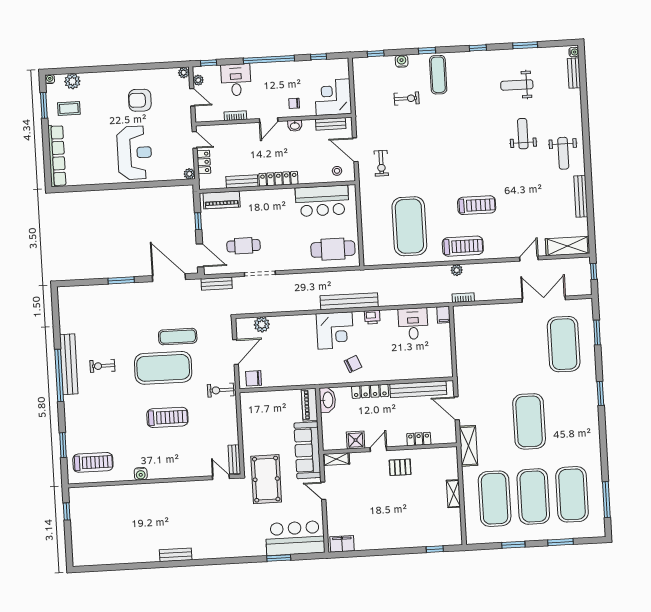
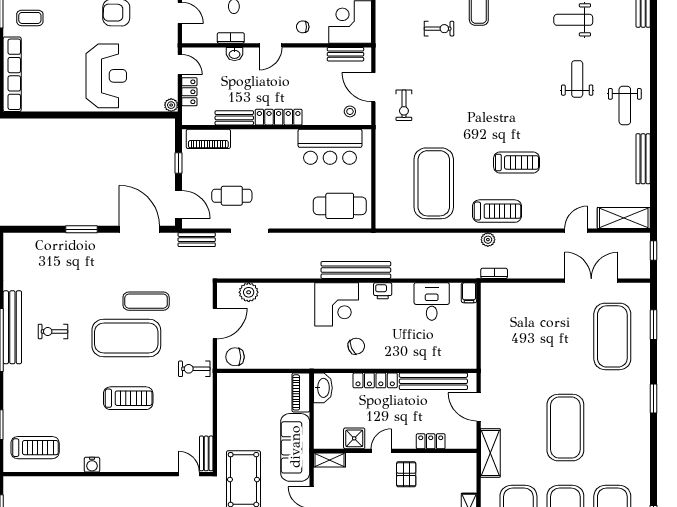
washbasin: (295, 126) -> (235, 54), moved
pallet: (400, 467) -> (406, 474), turned 90

